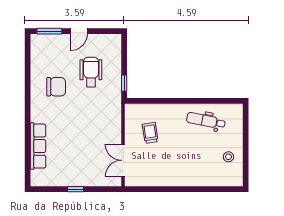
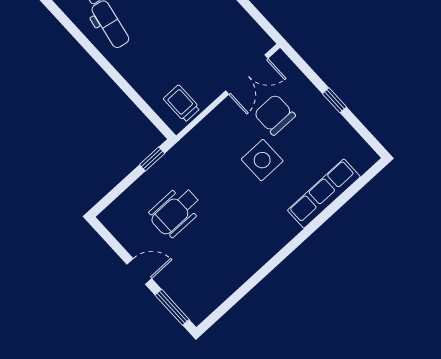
chair: (56, 87) -> (275, 115), moved
side table: (78, 132) -> (262, 160), added
trolley: (150, 133) -> (182, 104), moved, turned 99

